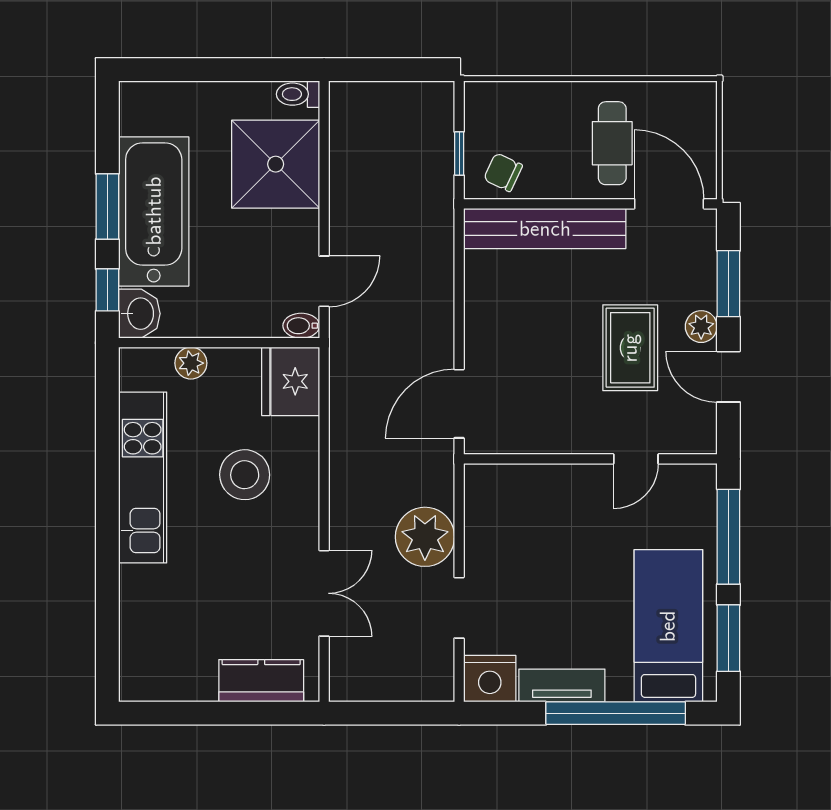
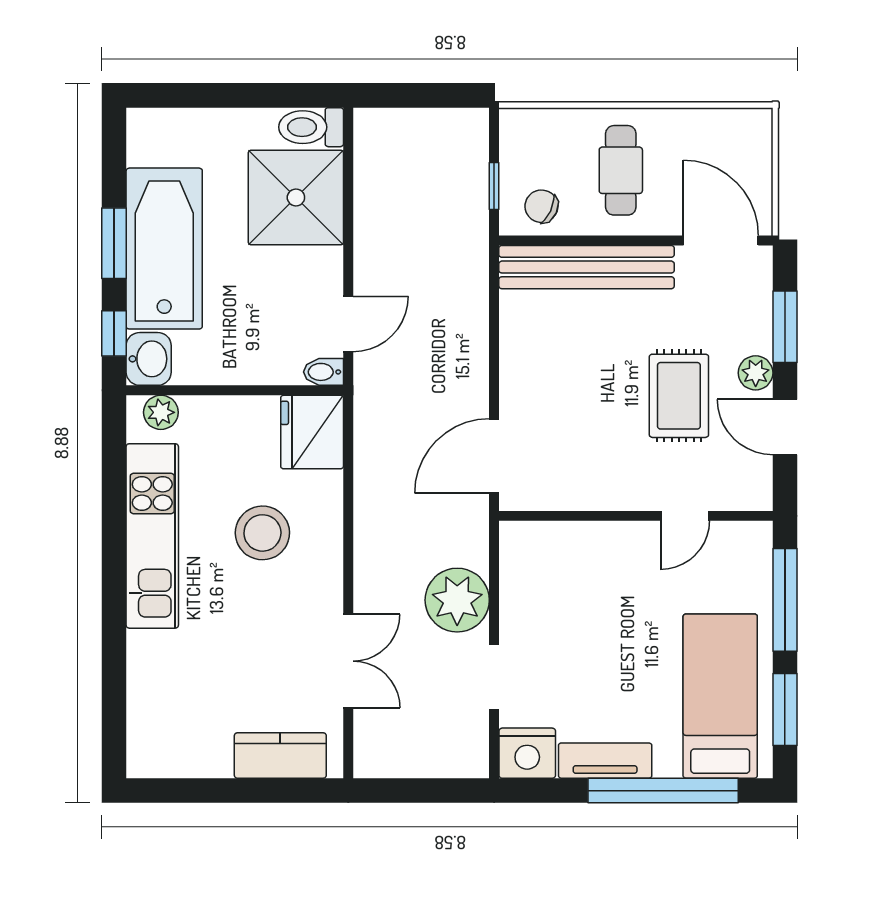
toilet: (298, 94) -> (311, 127), width x1.37, depth x1.39
cafe table: (612, 143) -> (621, 170), moved
plant: (191, 363) -> (161, 412), moved

